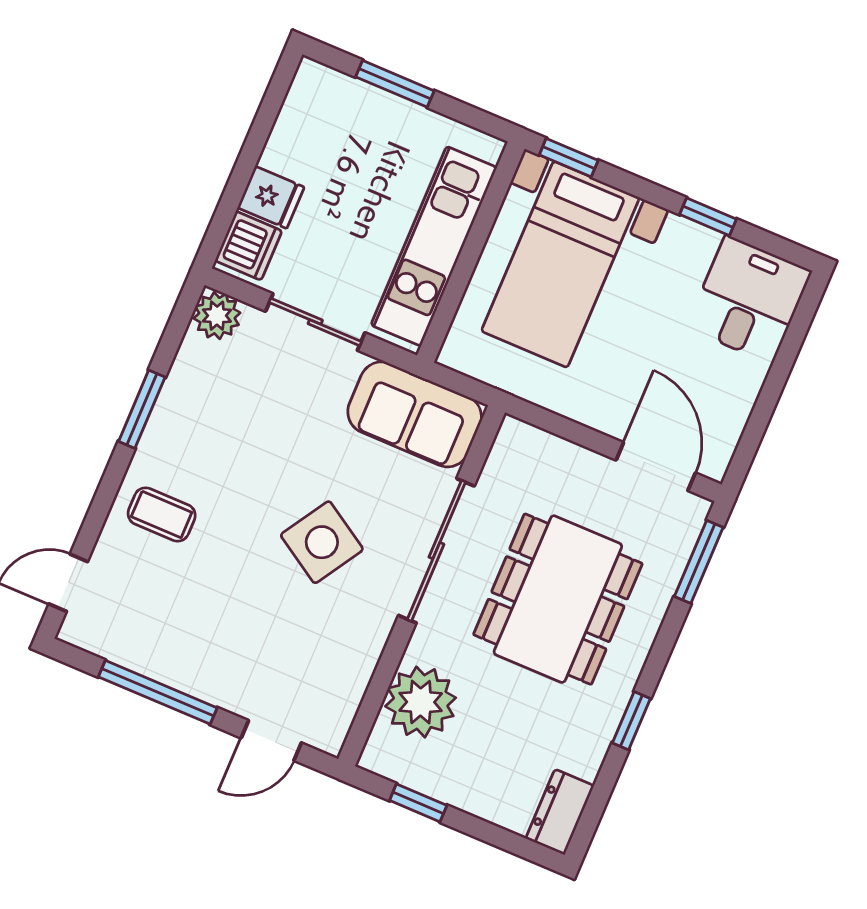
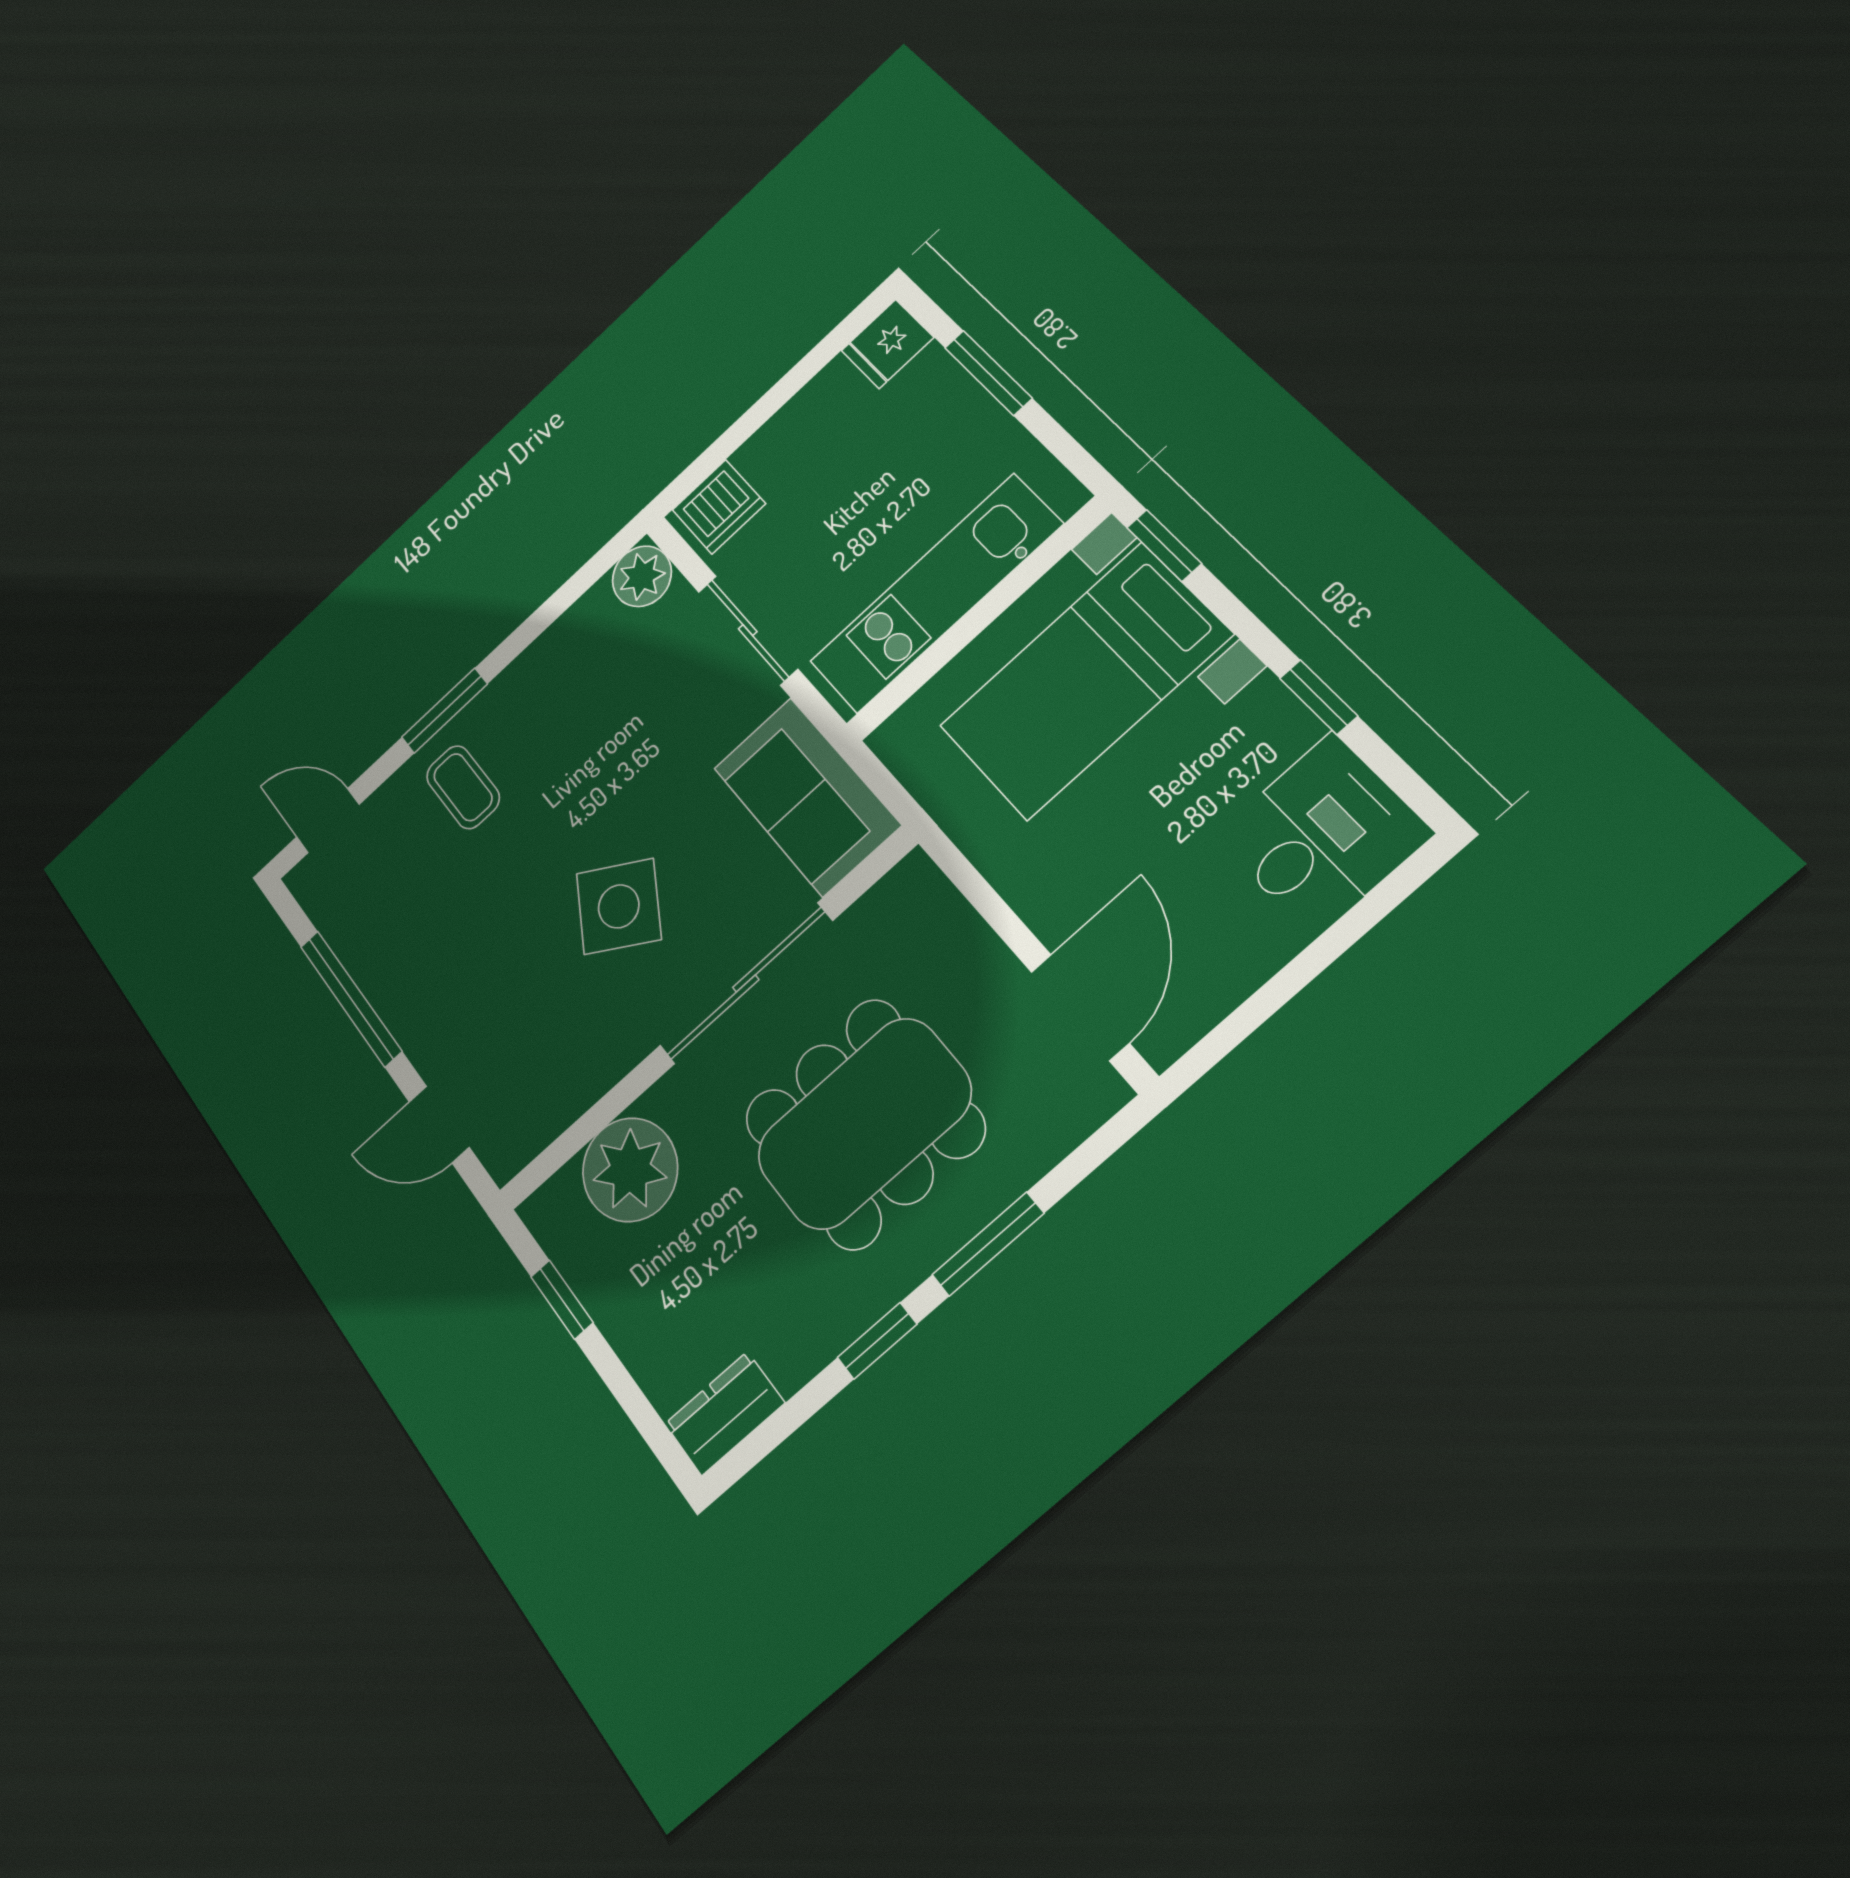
fridge: (271, 197) -> (887, 344), moved, turned 90
window: (142, 409) -> (444, 711), moved
window: (699, 562) -> (988, 1244), moved

